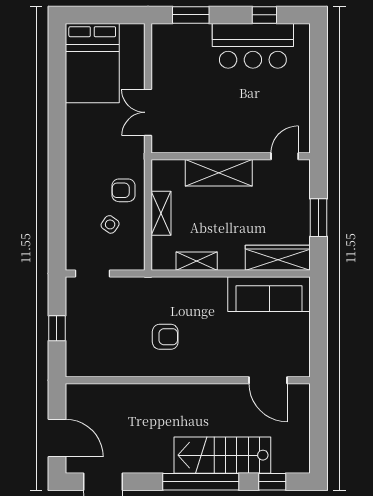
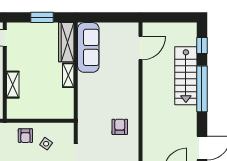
shelving: (219, 173) -> (13, 85), width x0.67, depth x0.75
shelving: (161, 213) -> (39, 113), removed
shelving: (197, 261) -> (68, 75), moved
armchair: (165, 337) -> (120, 127), moved

